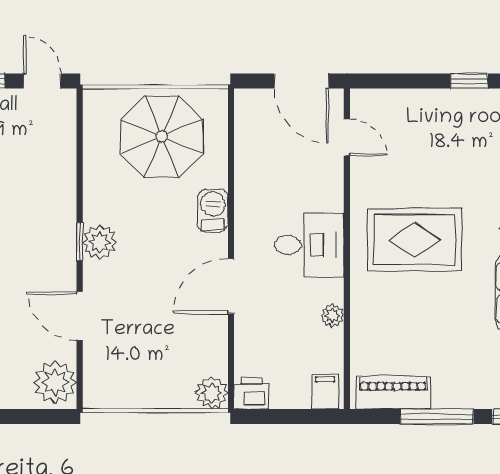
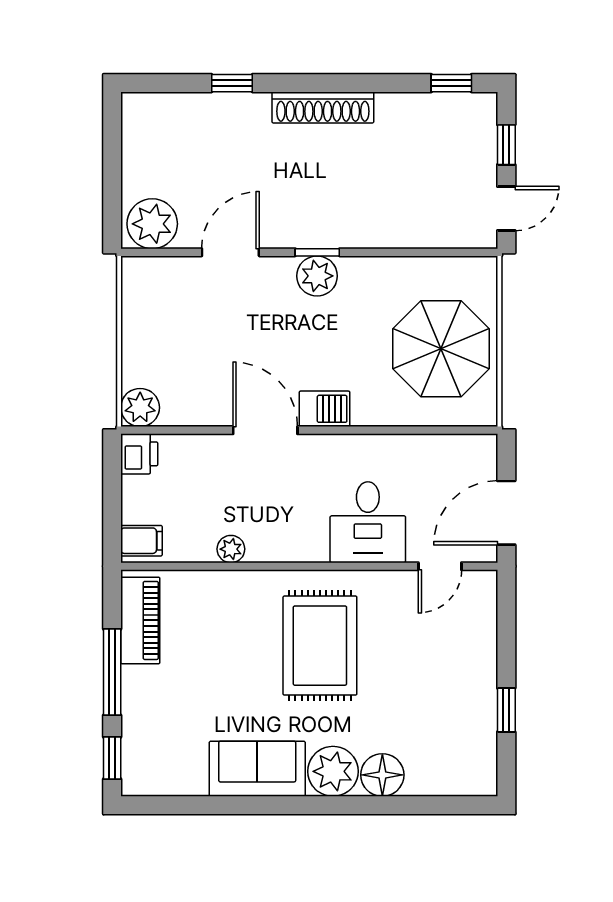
barbecue: (213, 211) -> (325, 409), moved
desk: (309, 245) -> (368, 522), moved

